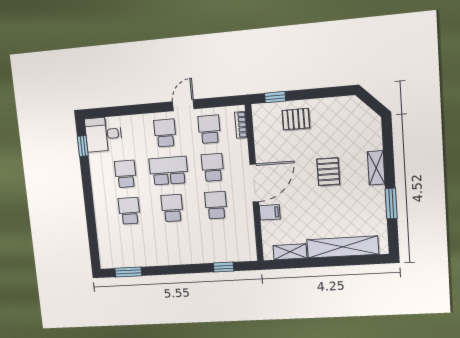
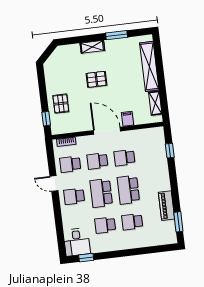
school desk: (172, 208) -> (128, 190), width x1.85
piano: (150, 258) -> (167, 206), added

